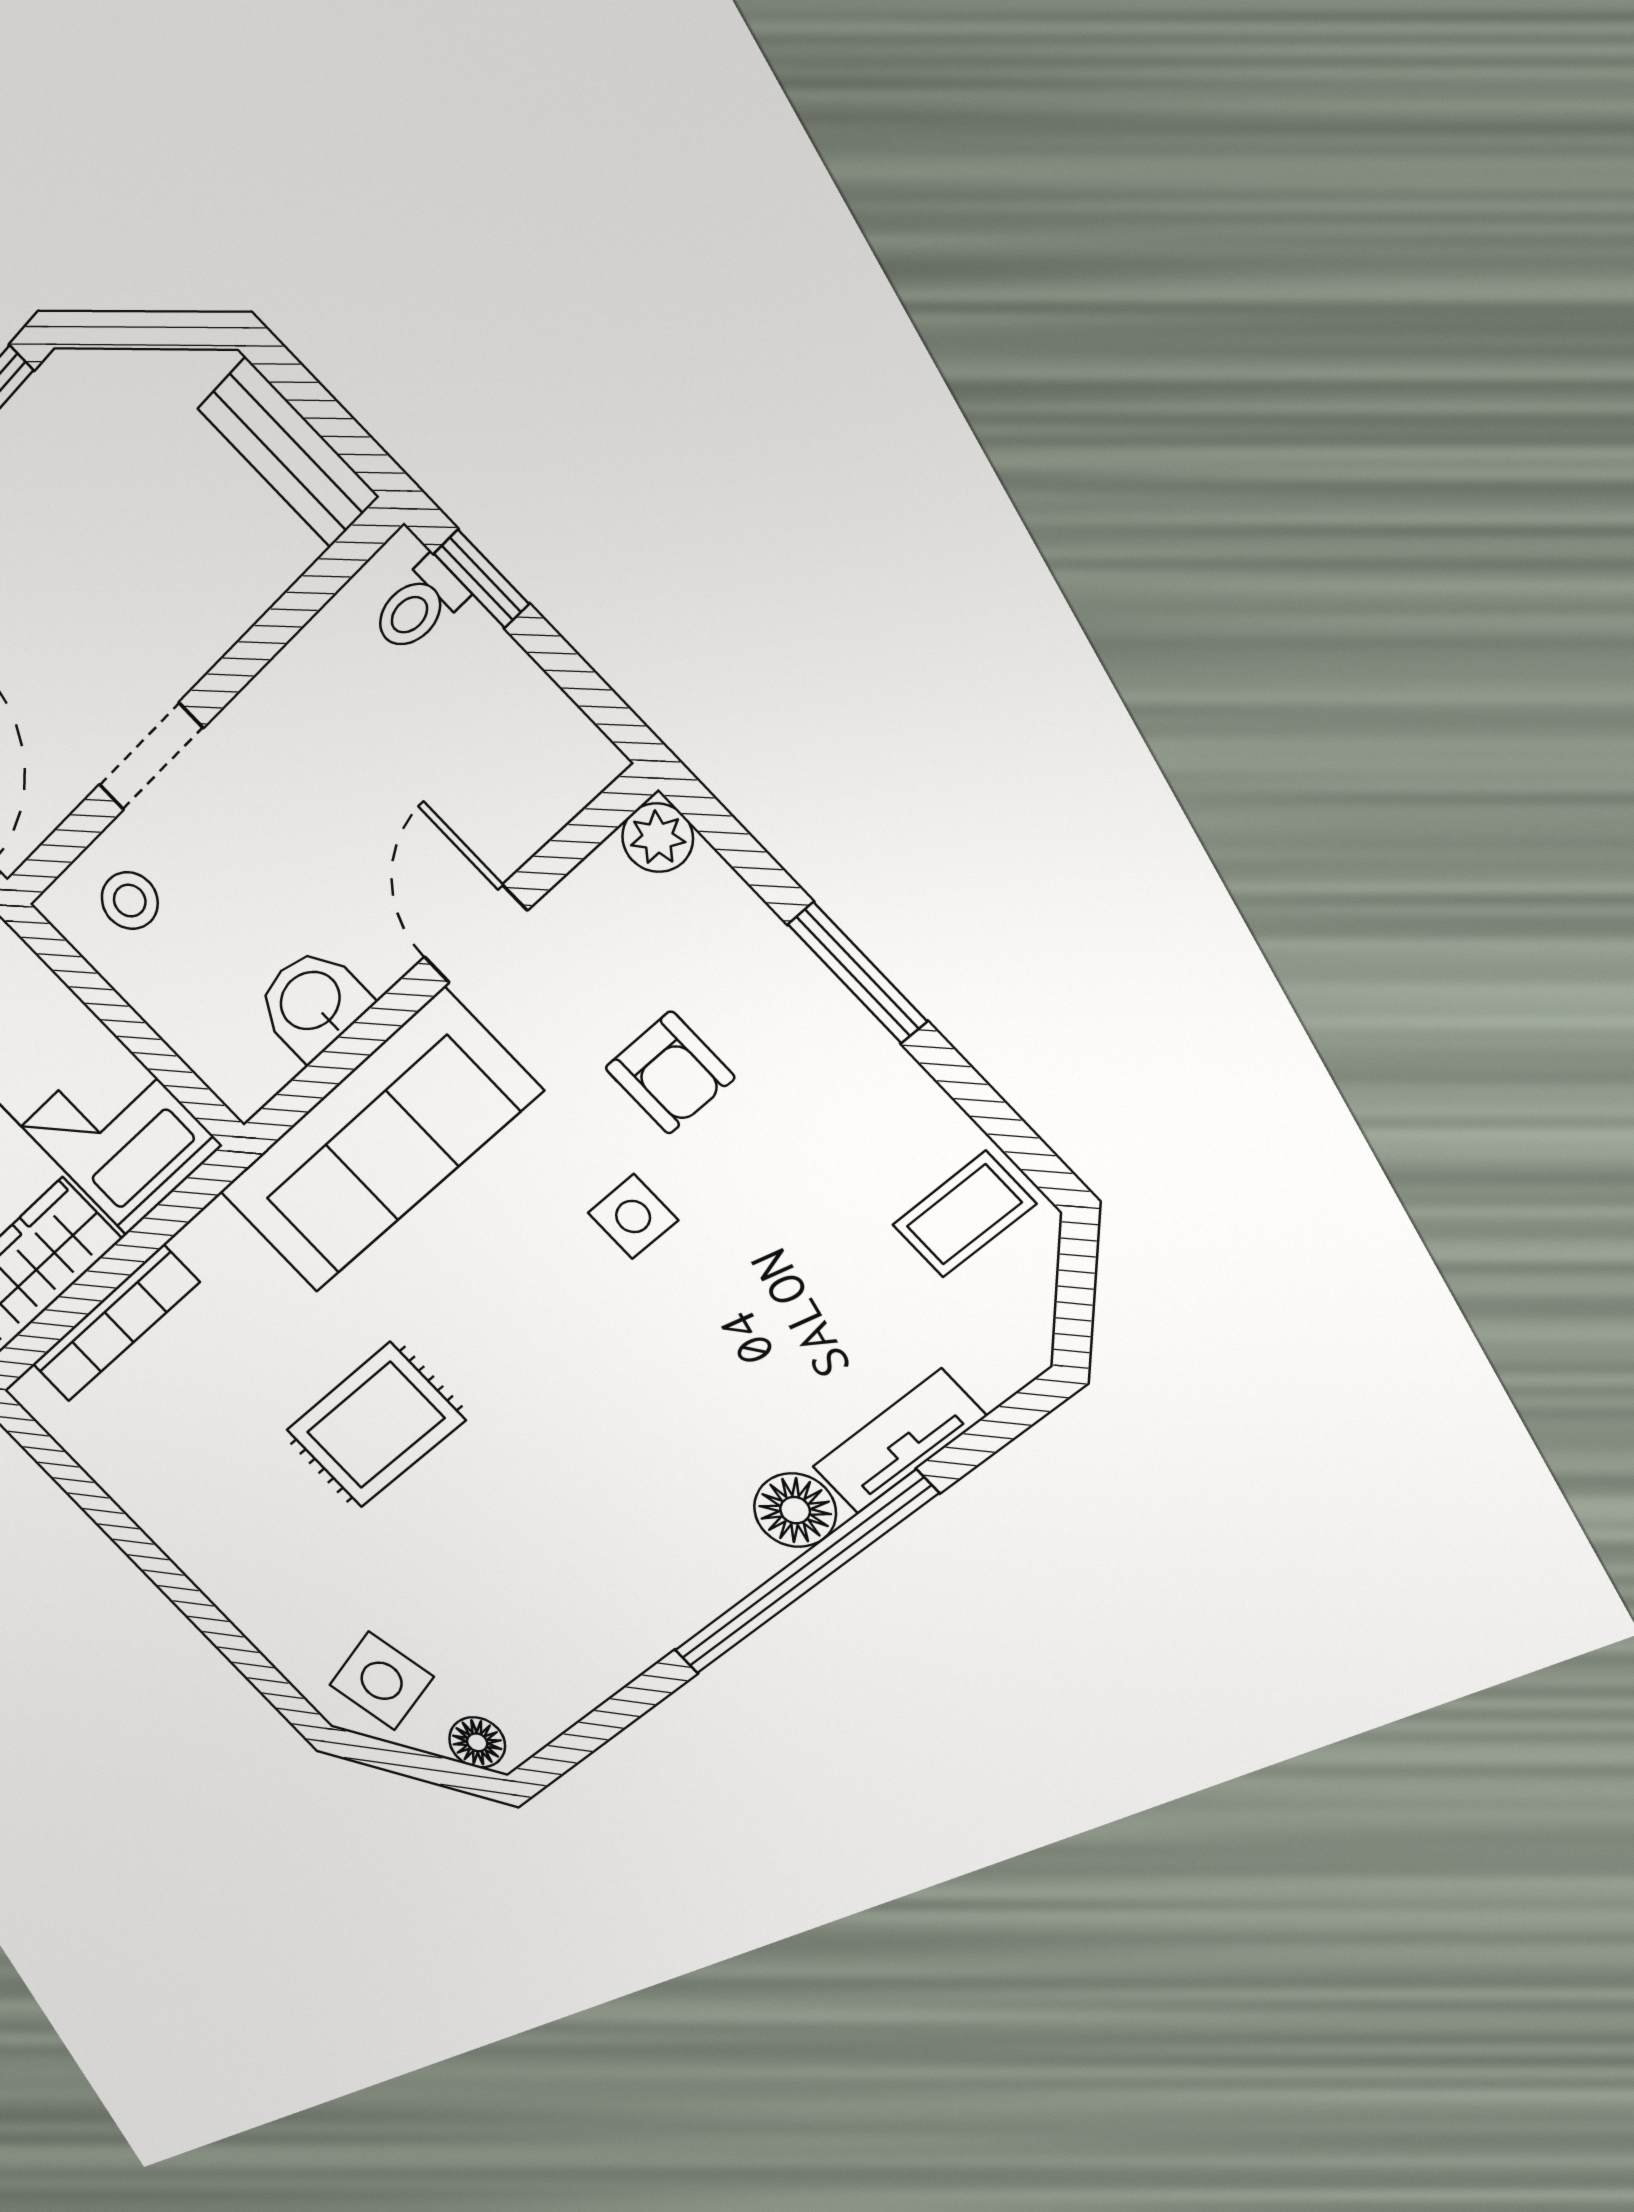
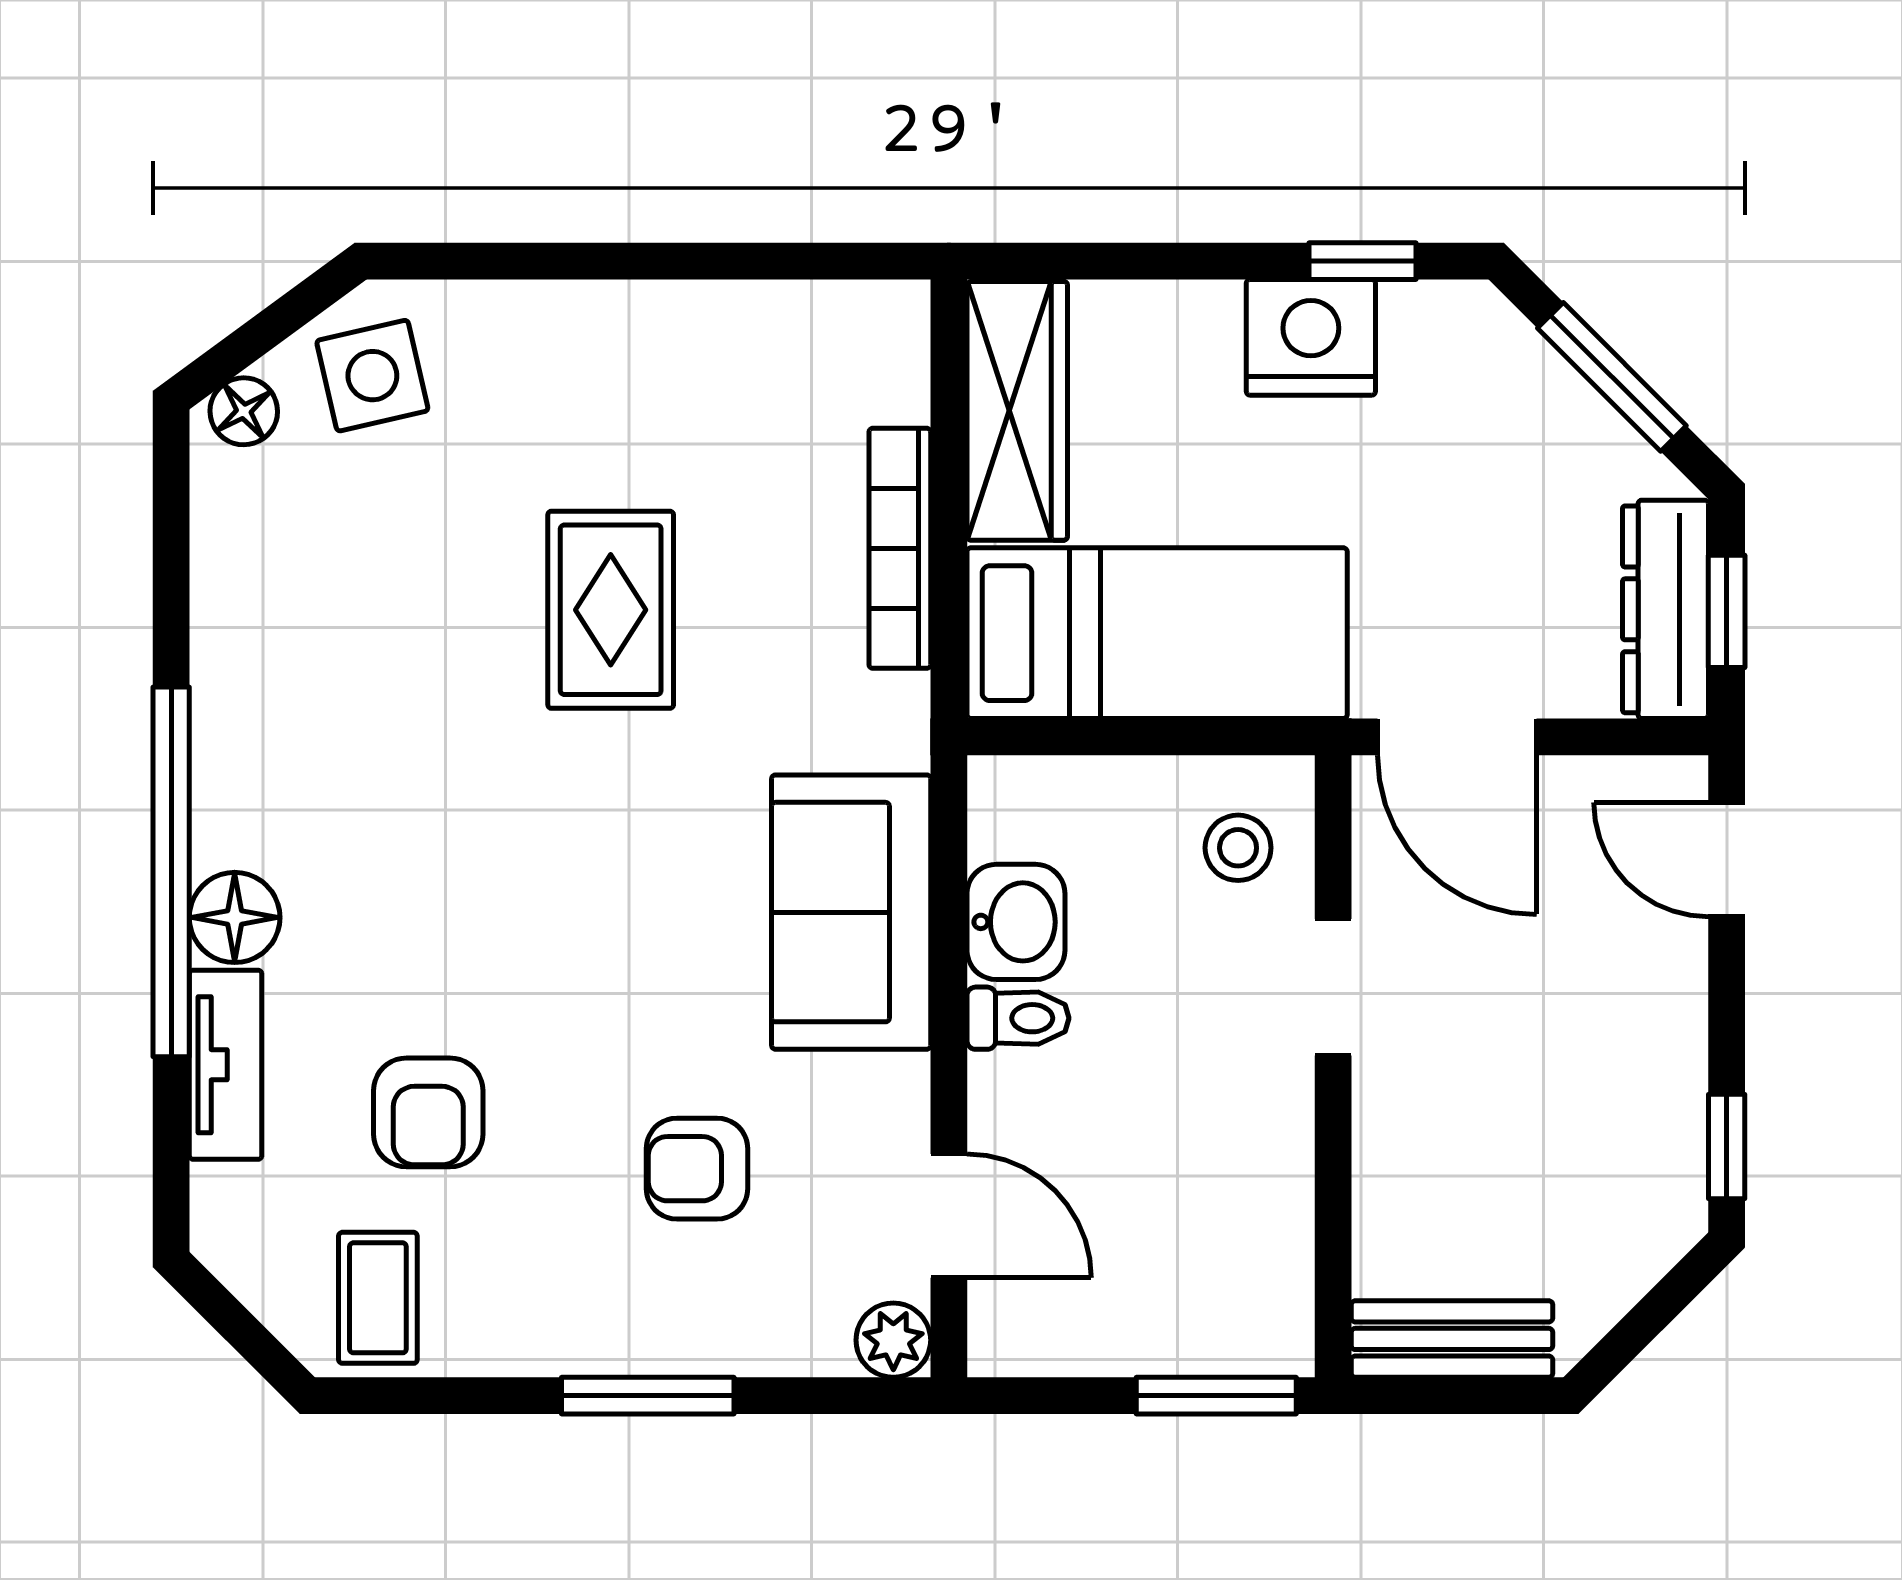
window: (481, 579) -> (1216, 1396), width x1.50
toilet: (419, 606) -> (1018, 1018), moved, turned 90
door: (476, 934) -> (949, 1216), moved
sofa: (379, 1142) -> (851, 912), width x0.73
side table: (633, 1216) -> (604, 1022), removed
armchair: (804, 1283) -> (428, 1112), added
bookcase: (115, 1324) -> (900, 548), moved

